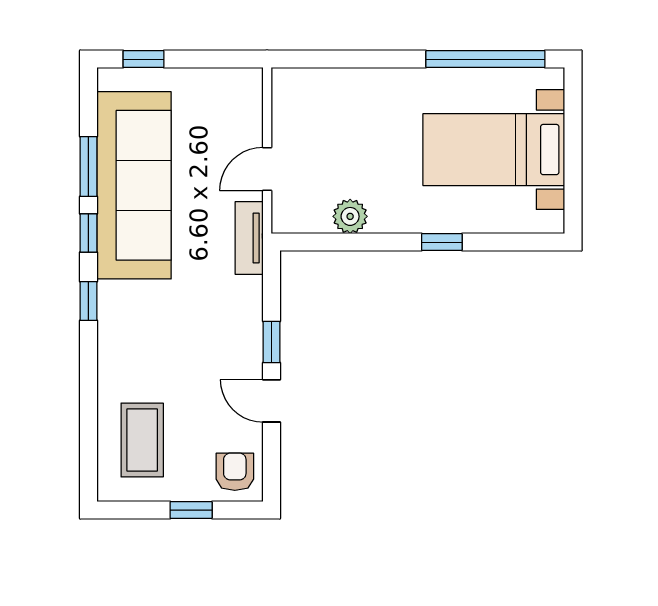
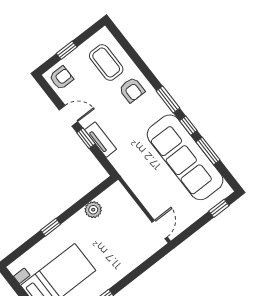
door: (267, 169) -> (160, 230), moved
tv unit: (249, 238) -> (101, 140), moved
window: (88, 301) -> (168, 100), width x1.50
armchair: (135, 363) -> (132, 90), added
armchair: (235, 472) -> (61, 78), turned -90

